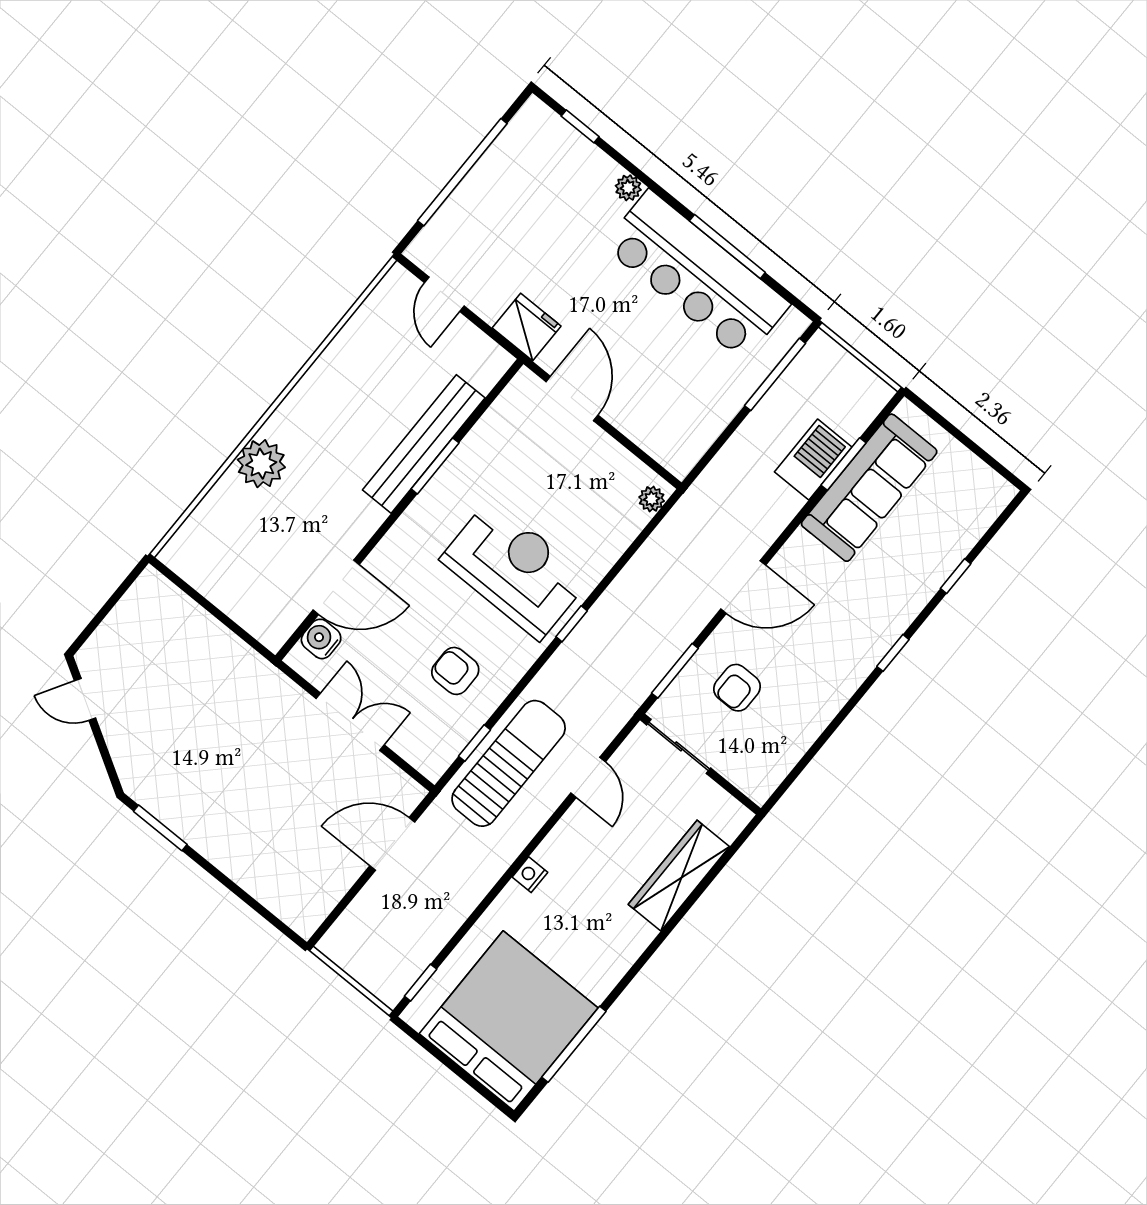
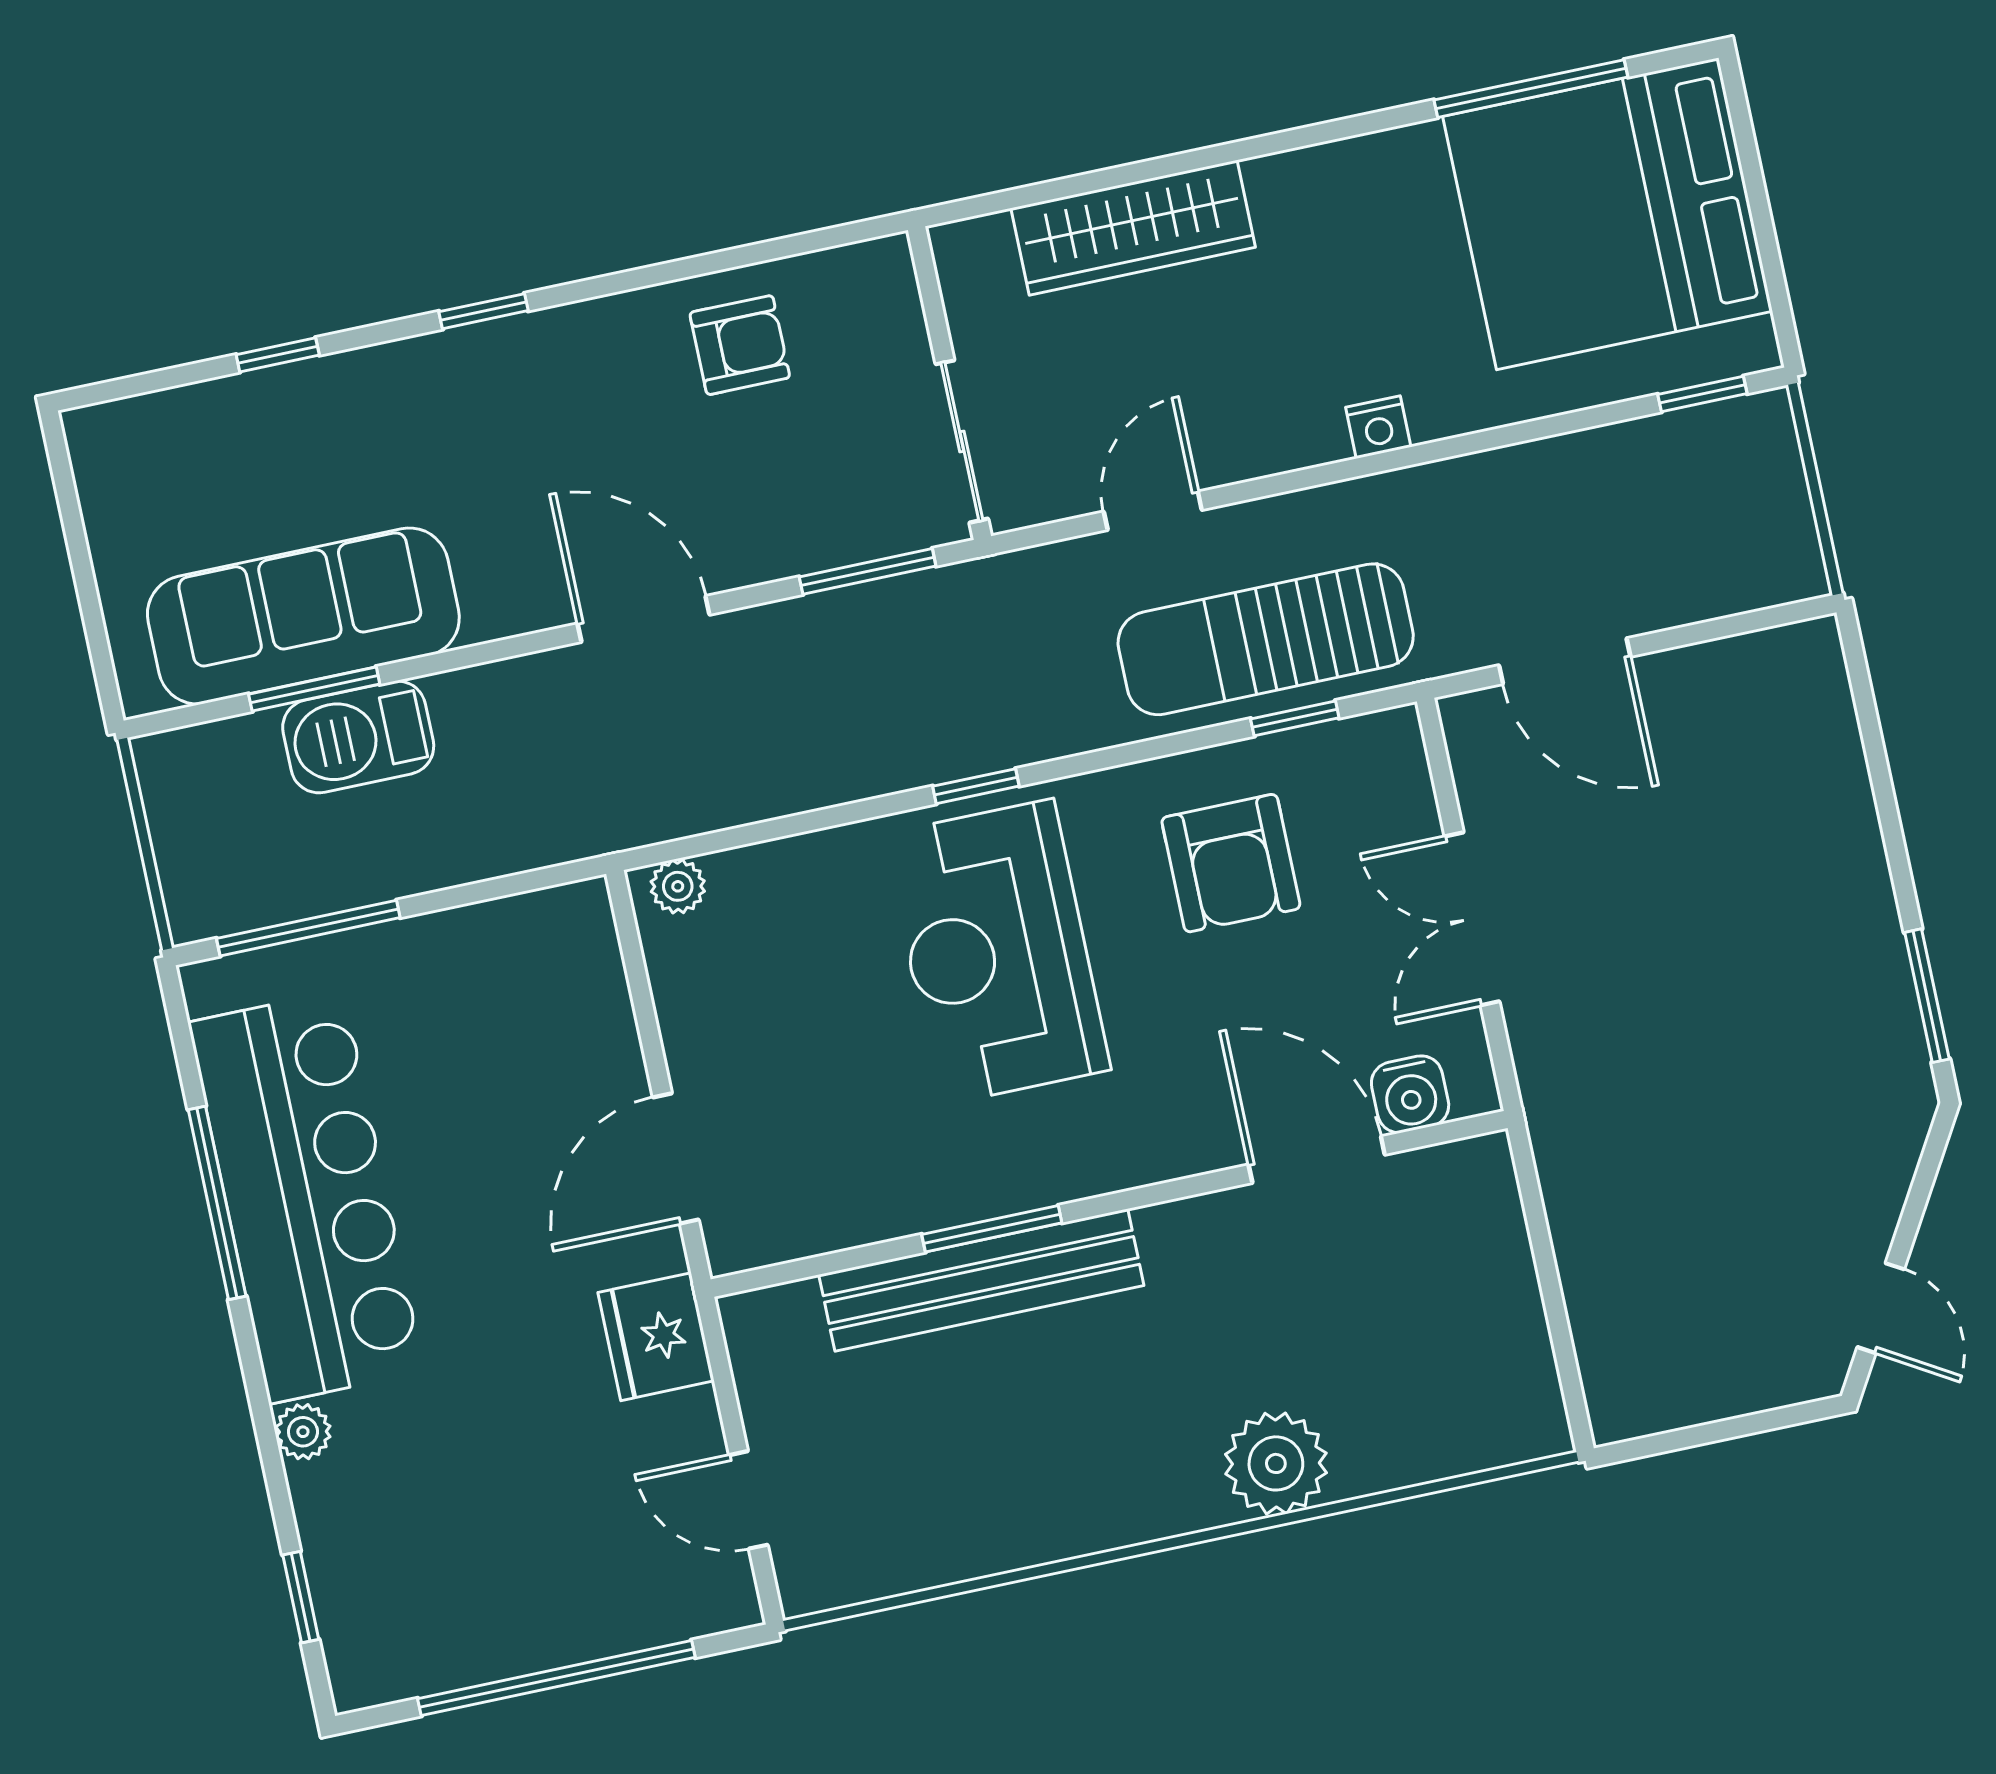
door: (444, 294) -> (748, 1500), swing flipped
armchair: (455, 671) -> (1231, 863), width x1.38, depth x1.38
armchair: (737, 688) -> (740, 345), moved

